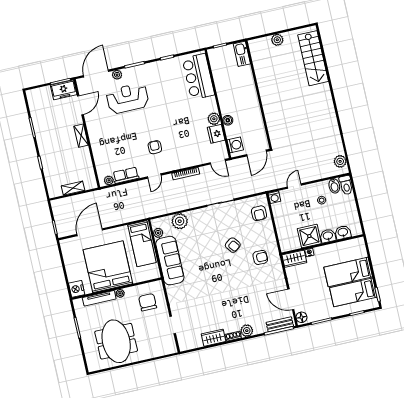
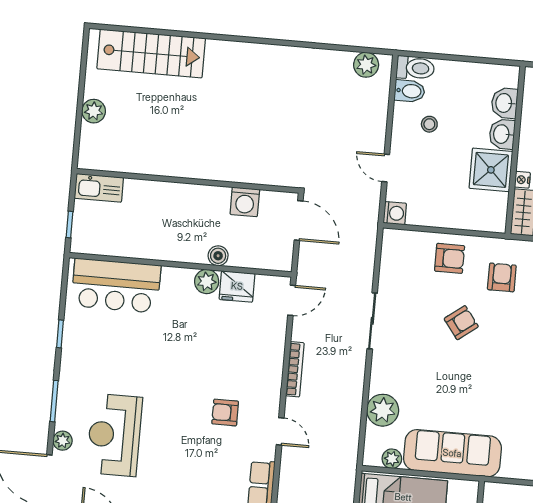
washing machine: (235, 145) -> (245, 202), moved, turned 180
armchair: (259, 213) -> (450, 258), moved

